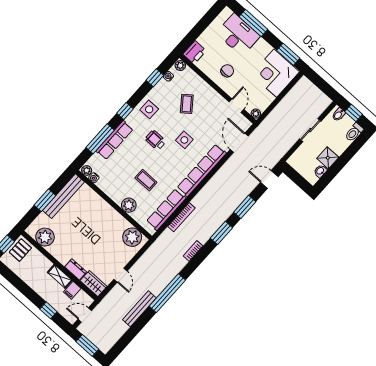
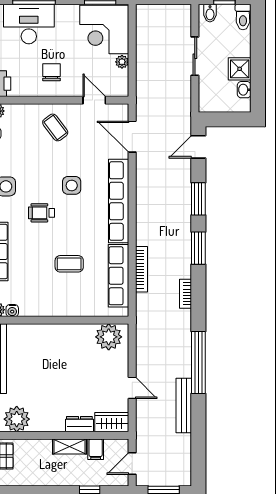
coffee table: (187, 104) -> (55, 127), moved
plant: (256, 114) -> (122, 62), moved
plant: (129, 205) -> (75, 306), removed

